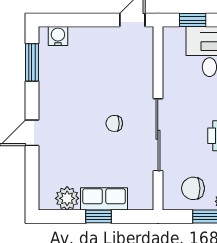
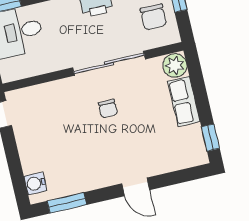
plant: (67, 198) -> (175, 65), moved
window: (98, 217) -> (210, 138), moved

